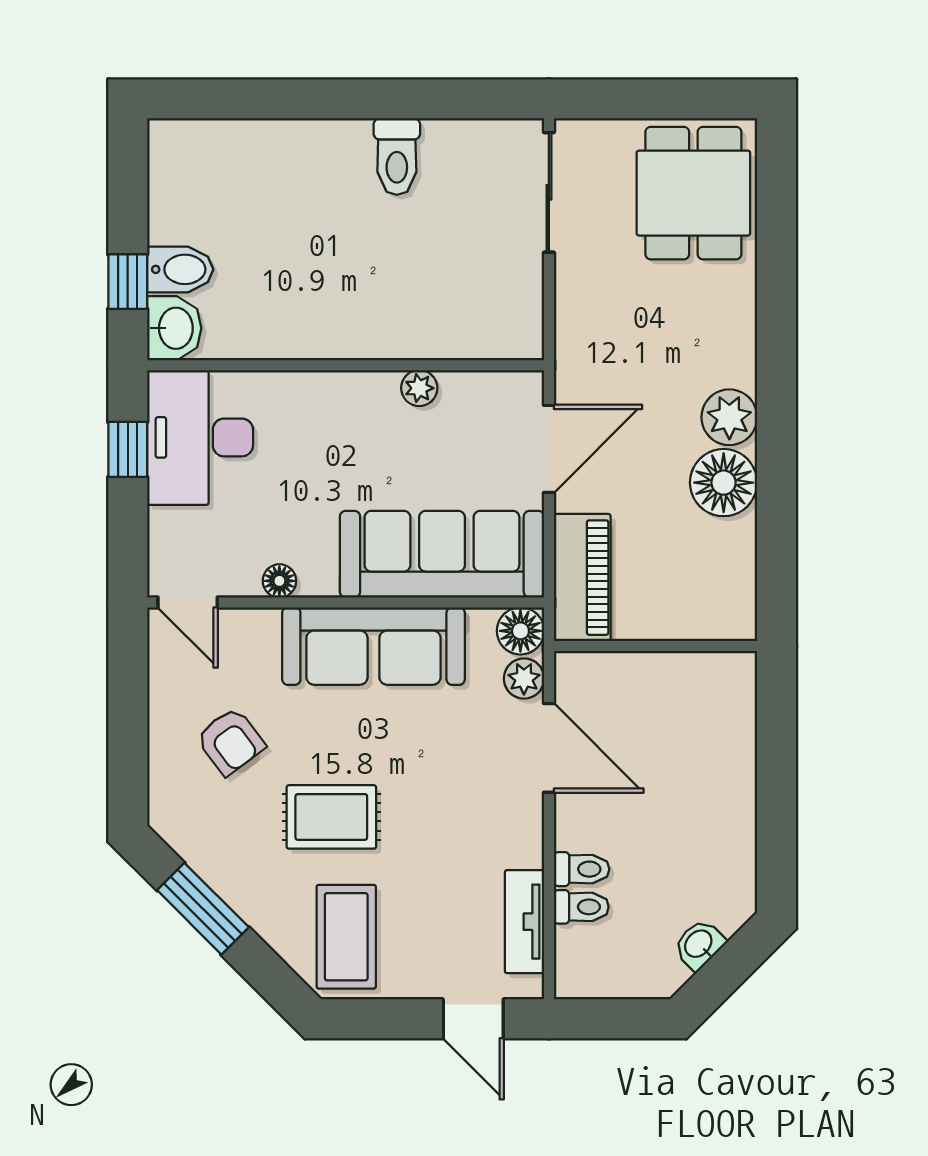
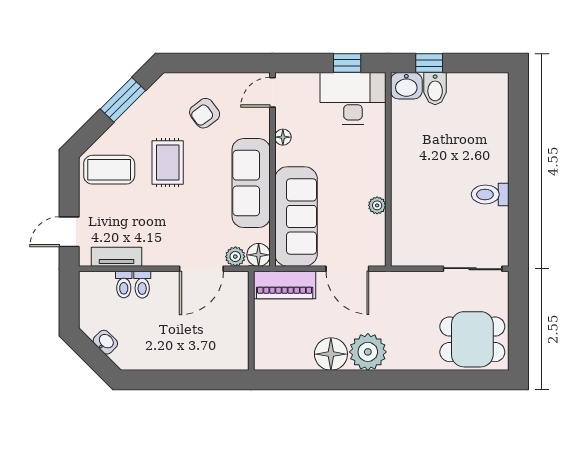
plant: (729, 417) -> (368, 352), width x1.36, depth x1.36

